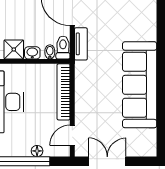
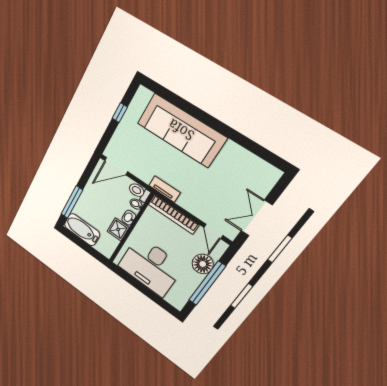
tv unit: (81, 44) -> (165, 189), moved
sofa: (140, 85) -> (181, 130), moved
floor lamp: (37, 151) -> (203, 264), width x1.89, depth x1.89

